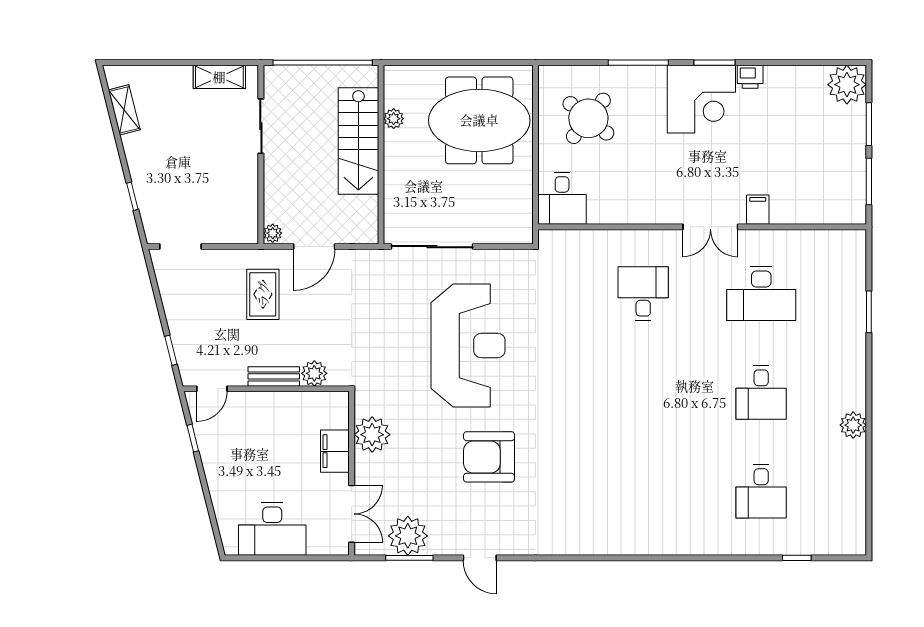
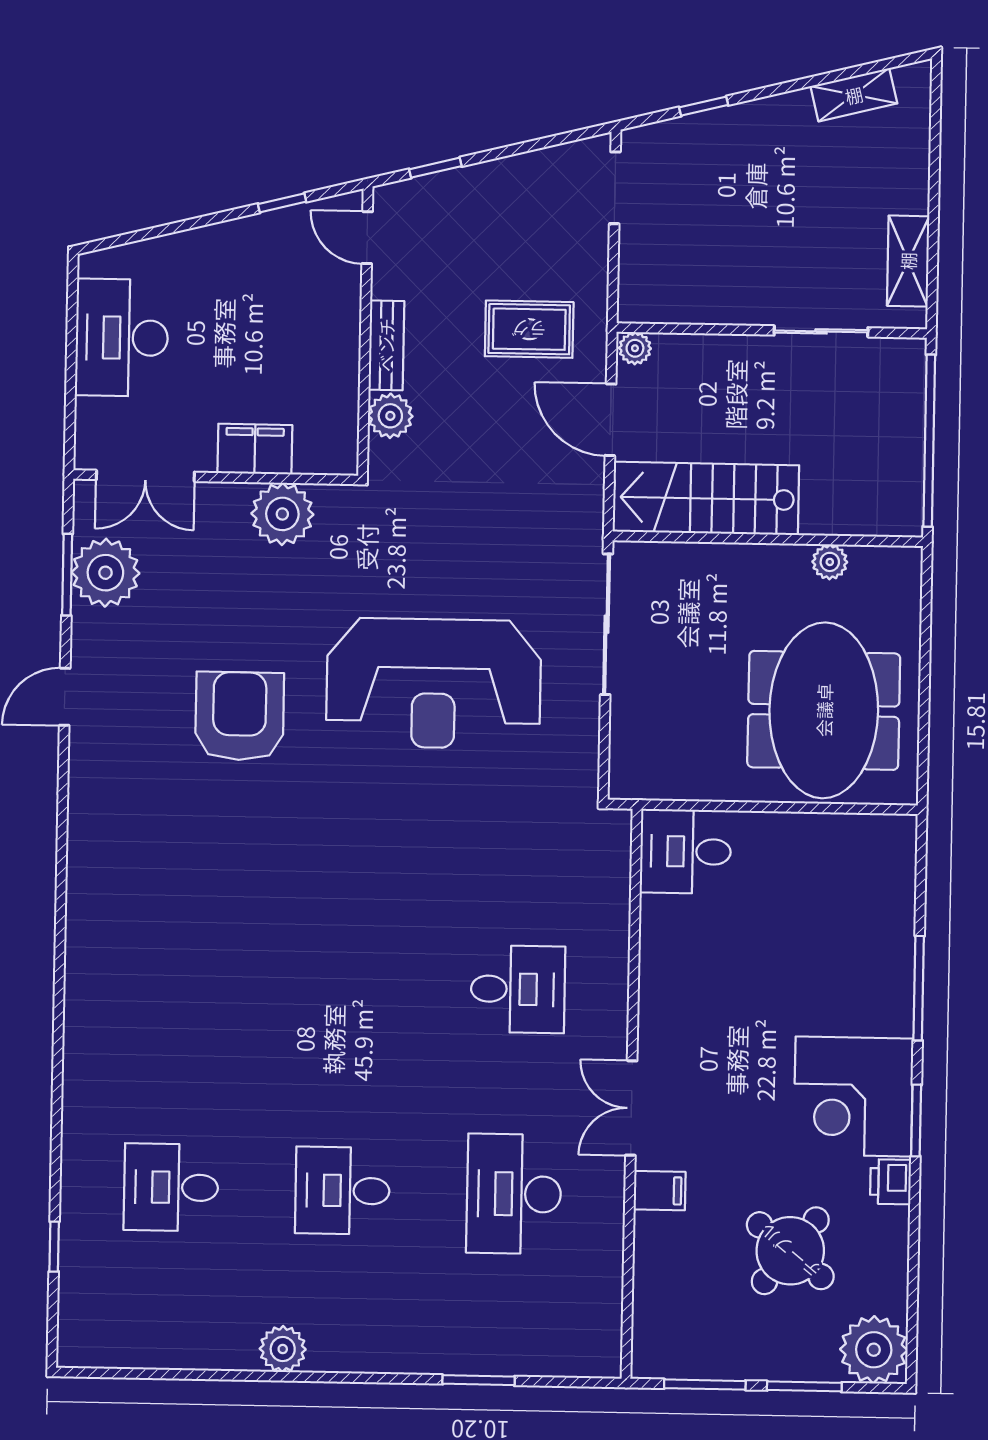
round table: (588, 118) -> (790, 1251), moved
stairs: (358, 141) -> (706, 498), moved

